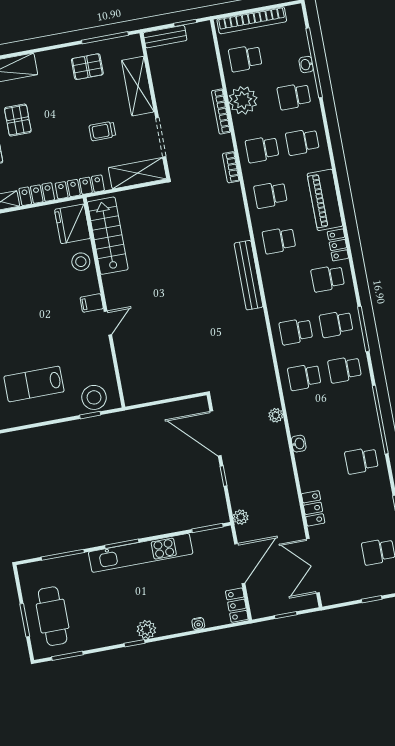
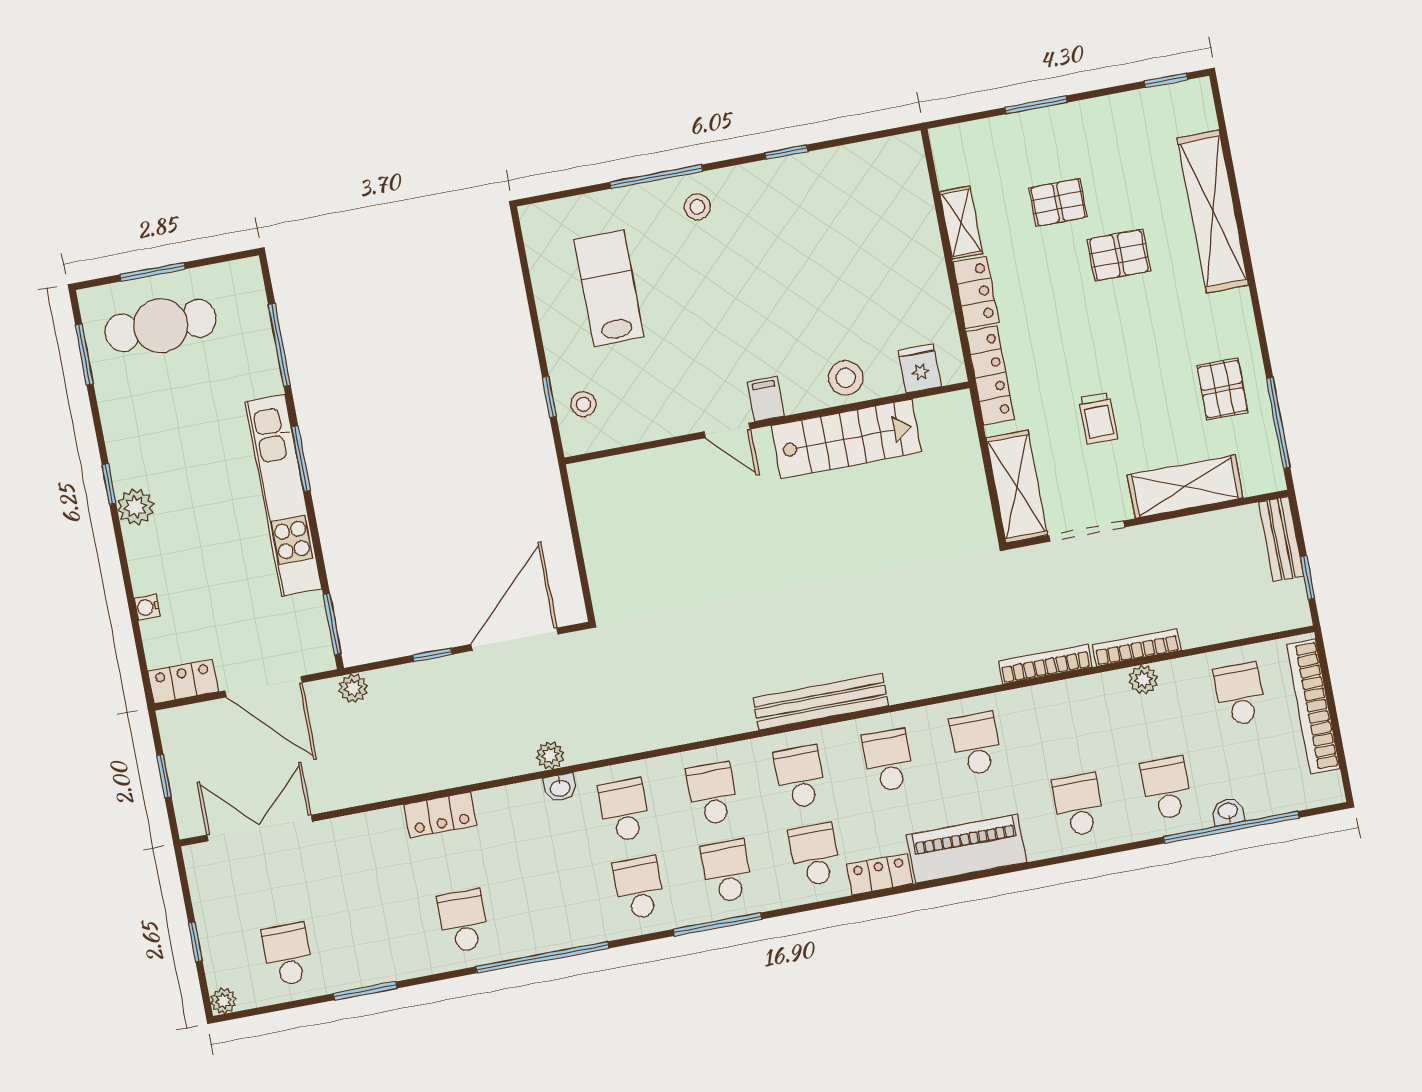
plant: (243, 100) -> (1143, 680), width x0.53, depth x0.53
trolley: (102, 131) -> (1098, 418), turned 180
school desk: (262, 149) -> (800, 777), moved
bookcase: (231, 167) -> (1045, 664), width x1.56
fridge: (72, 224) -> (920, 368), width x0.53, depth x0.75
stairs: (108, 236) -> (846, 439), moved
stool: (94, 397) -> (583, 404), width x0.53, depth x0.53
washbasin: (299, 444) -> (560, 788), moved
locker: (313, 508) -> (440, 815), moved

